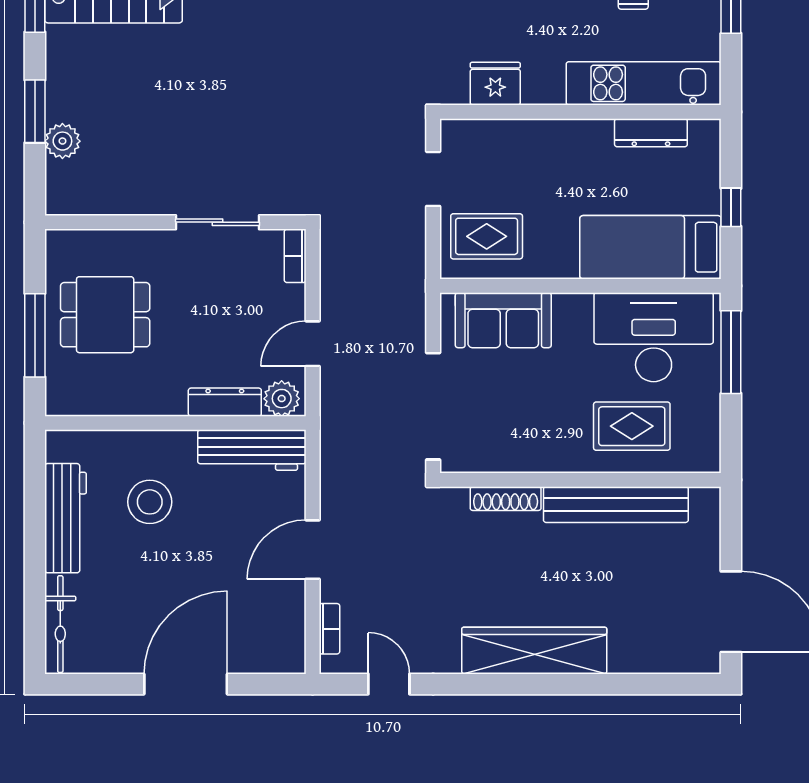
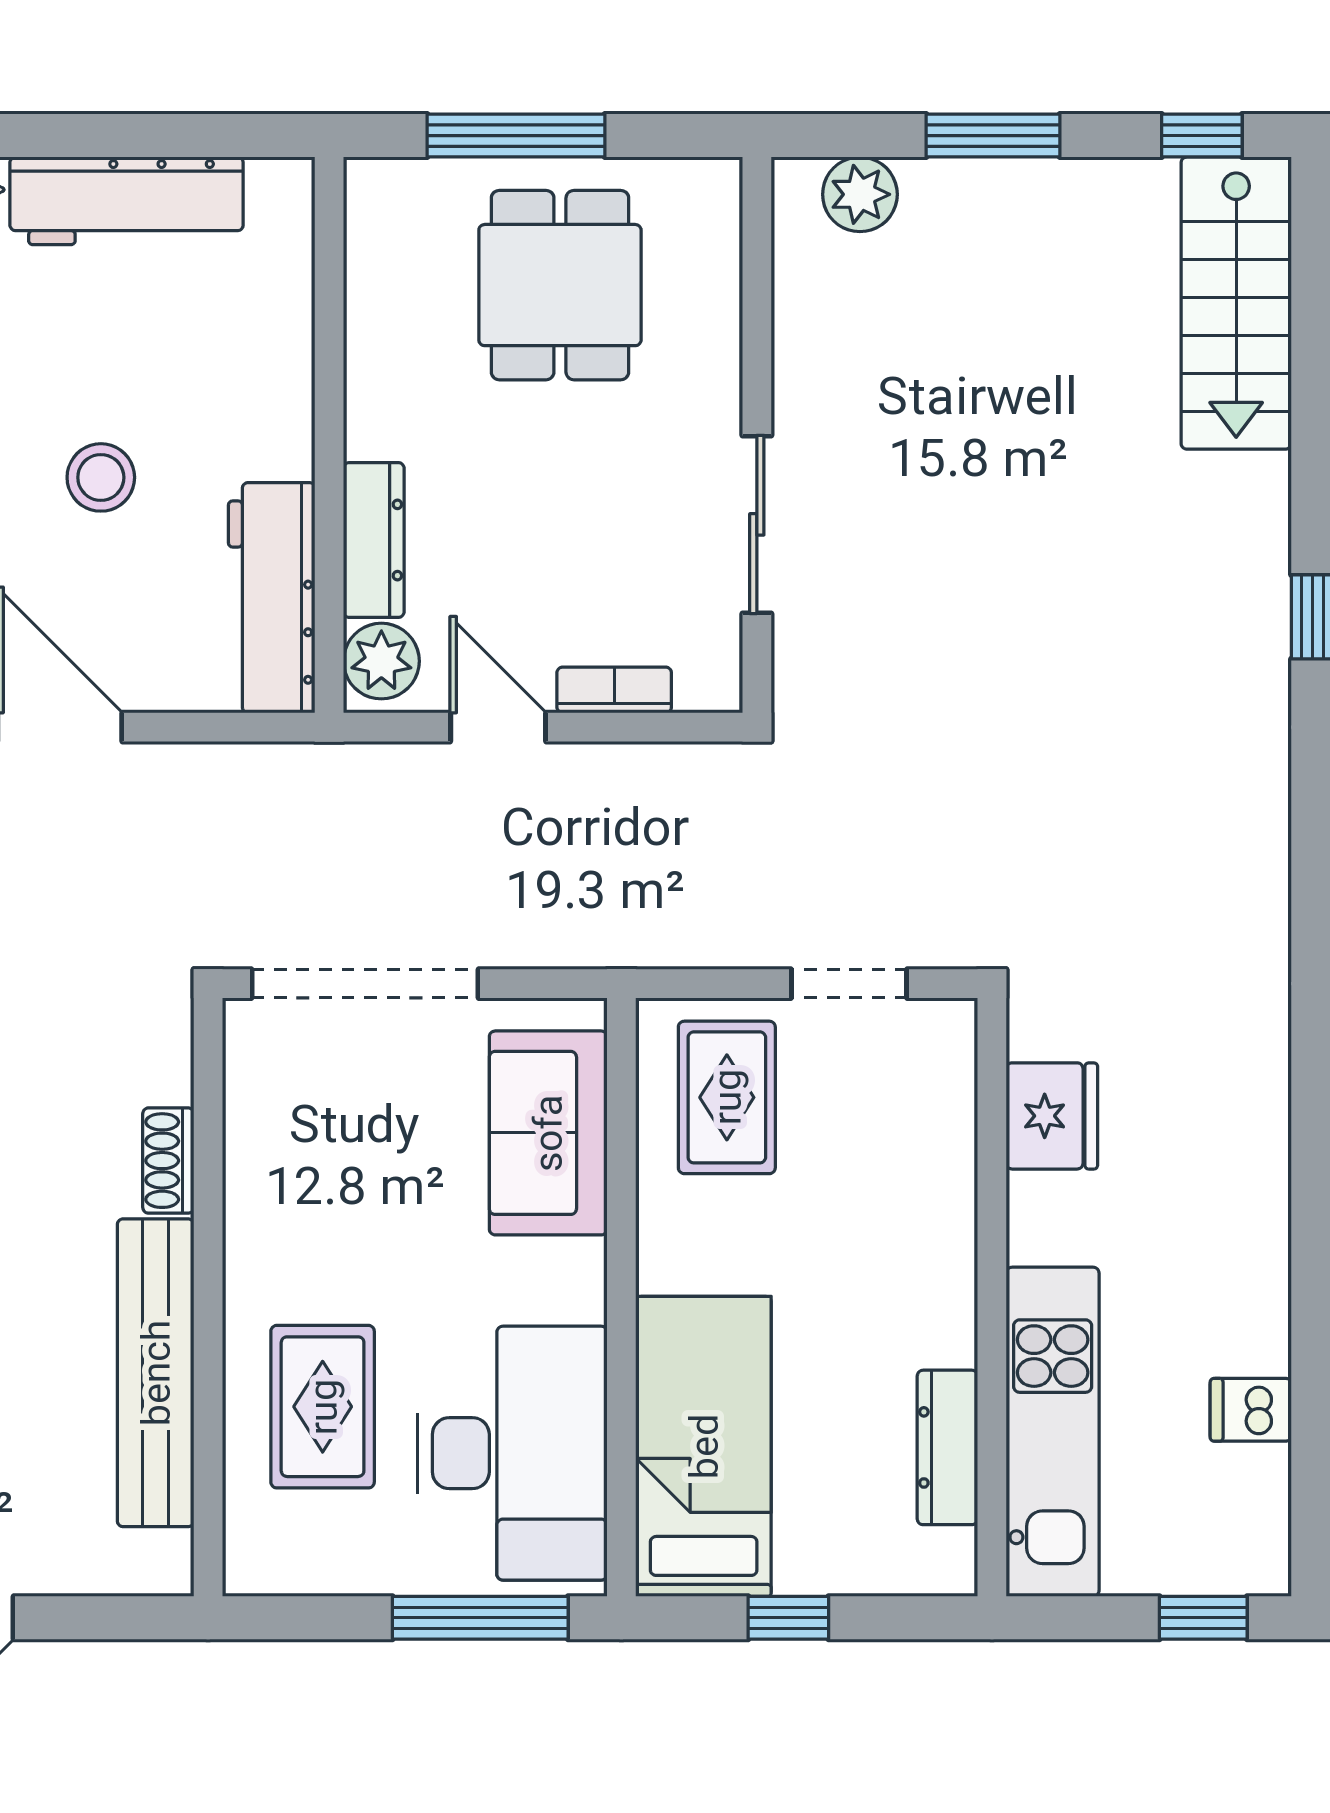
plant: (62, 141) -> (860, 194), moved
bookcase: (295, 256) -> (614, 690), moved
shoe rack: (506, 499) -> (168, 1161), width x0.70
stool: (150, 502) -> (101, 477), moved, width x0.73, depth x0.73

